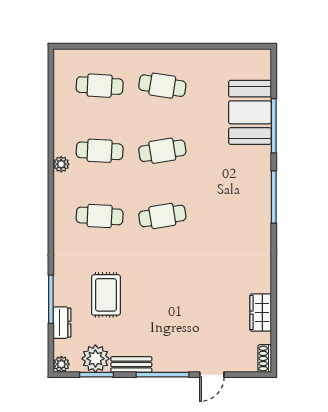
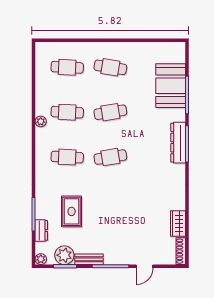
dresser: (261, 195) -> (178, 143), added
shoe rack: (265, 358) -> (181, 251), width x1.43

